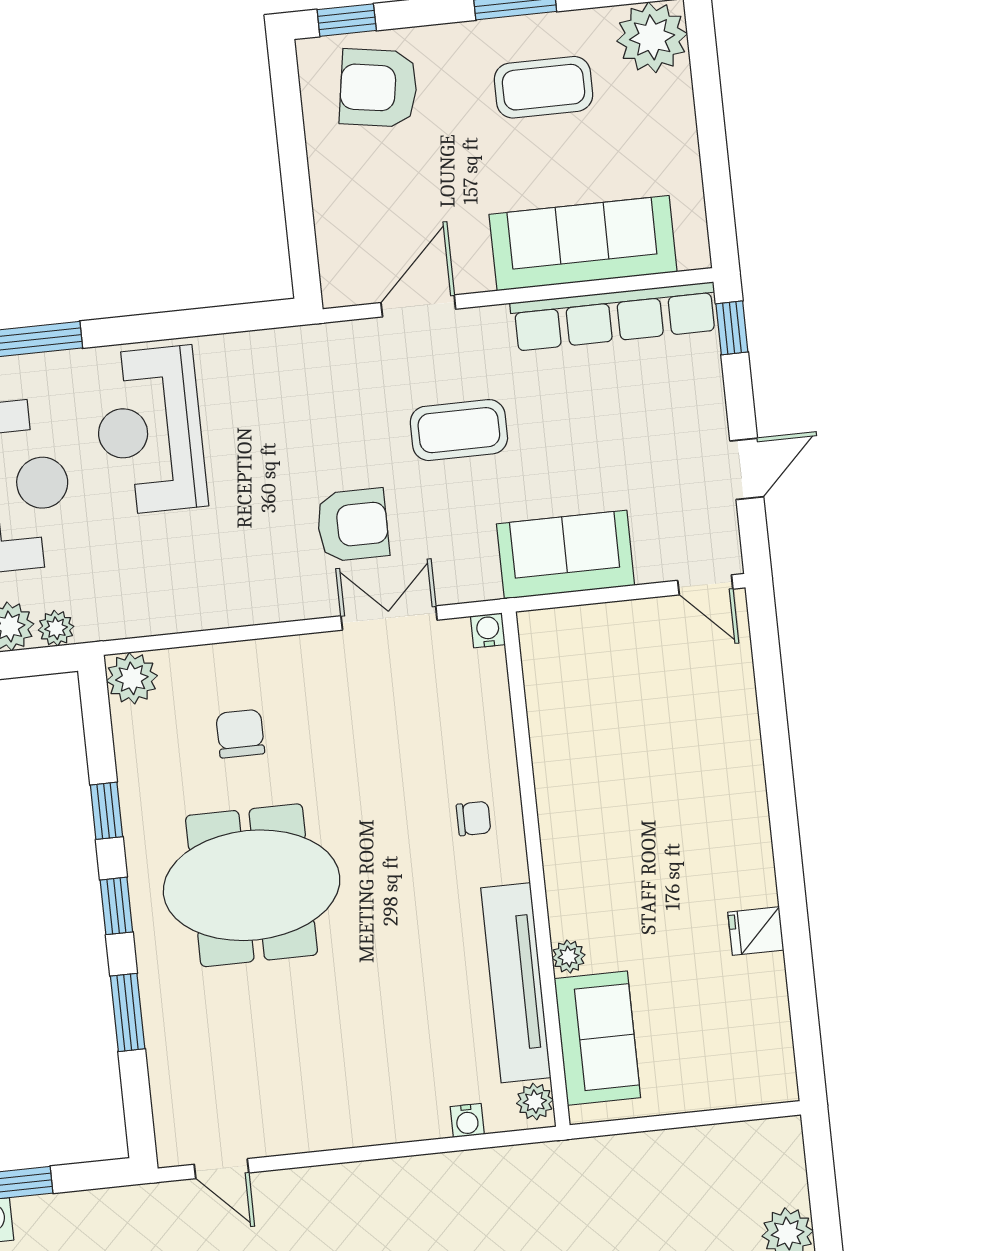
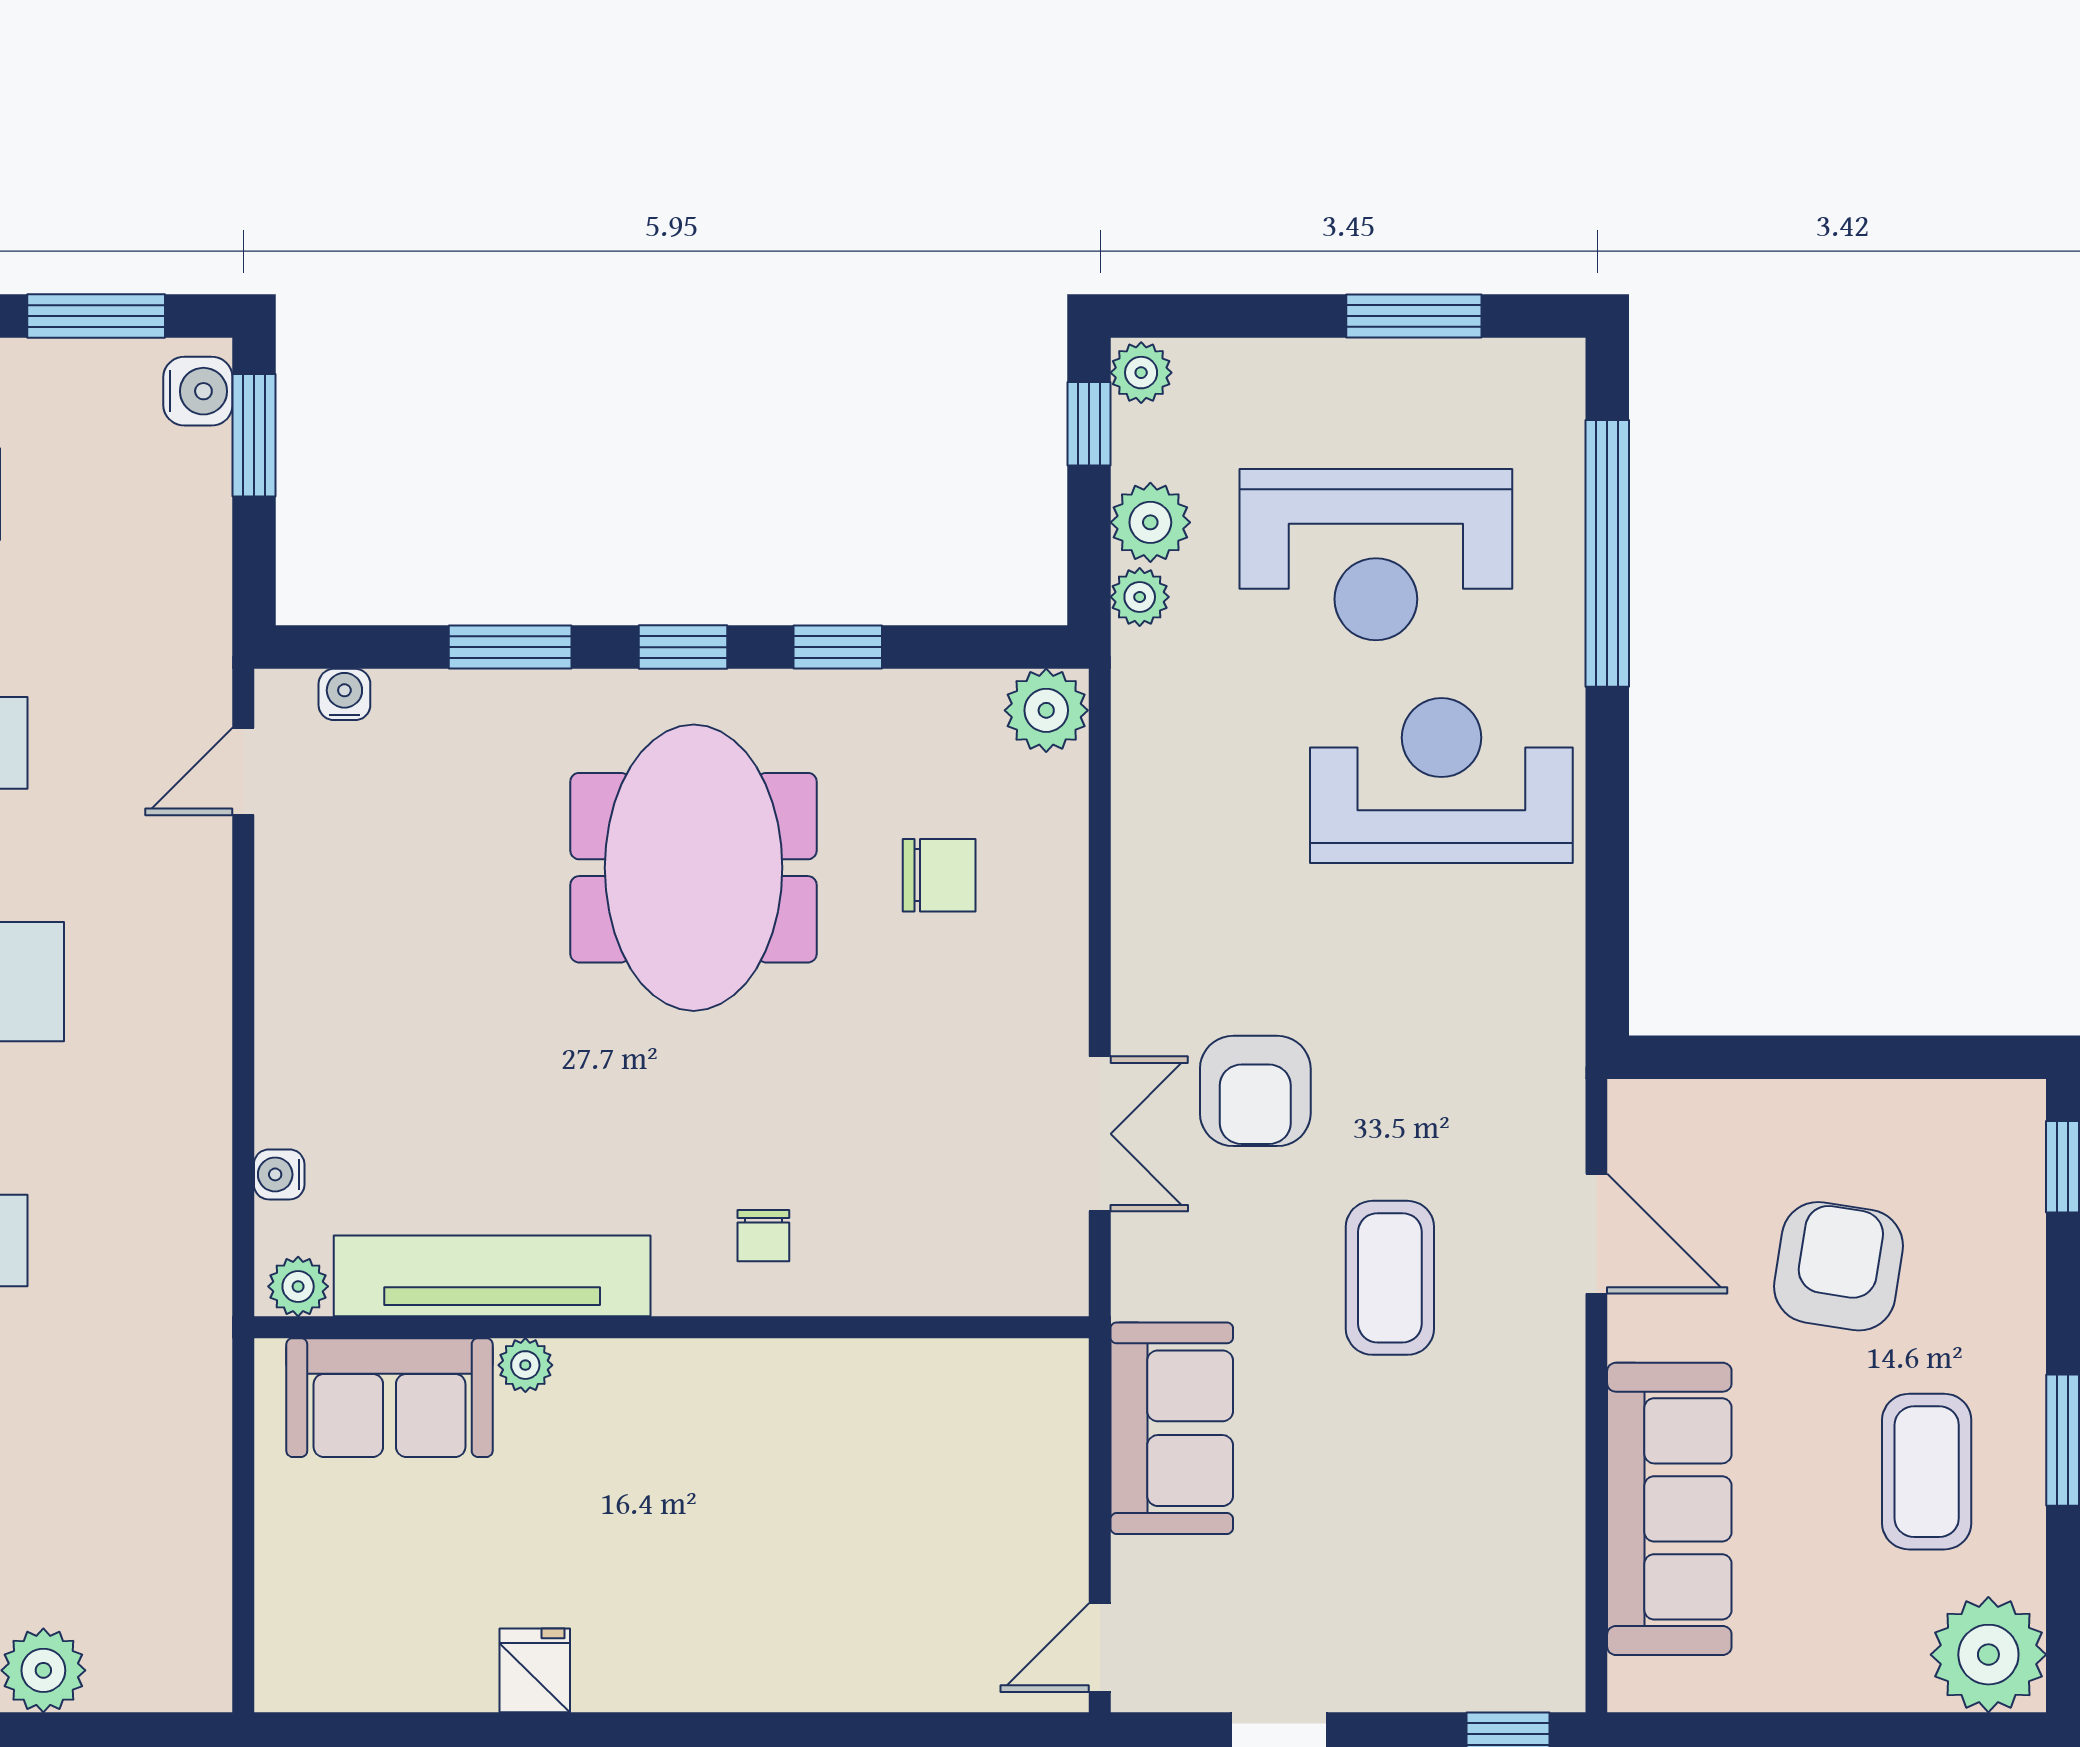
armchair: (378, 88) -> (1839, 1266), moved
row of seats: (614, 317) -> (1546, 1546), removed
water cooler: (488, 630) -> (344, 694), moved, turned -90

